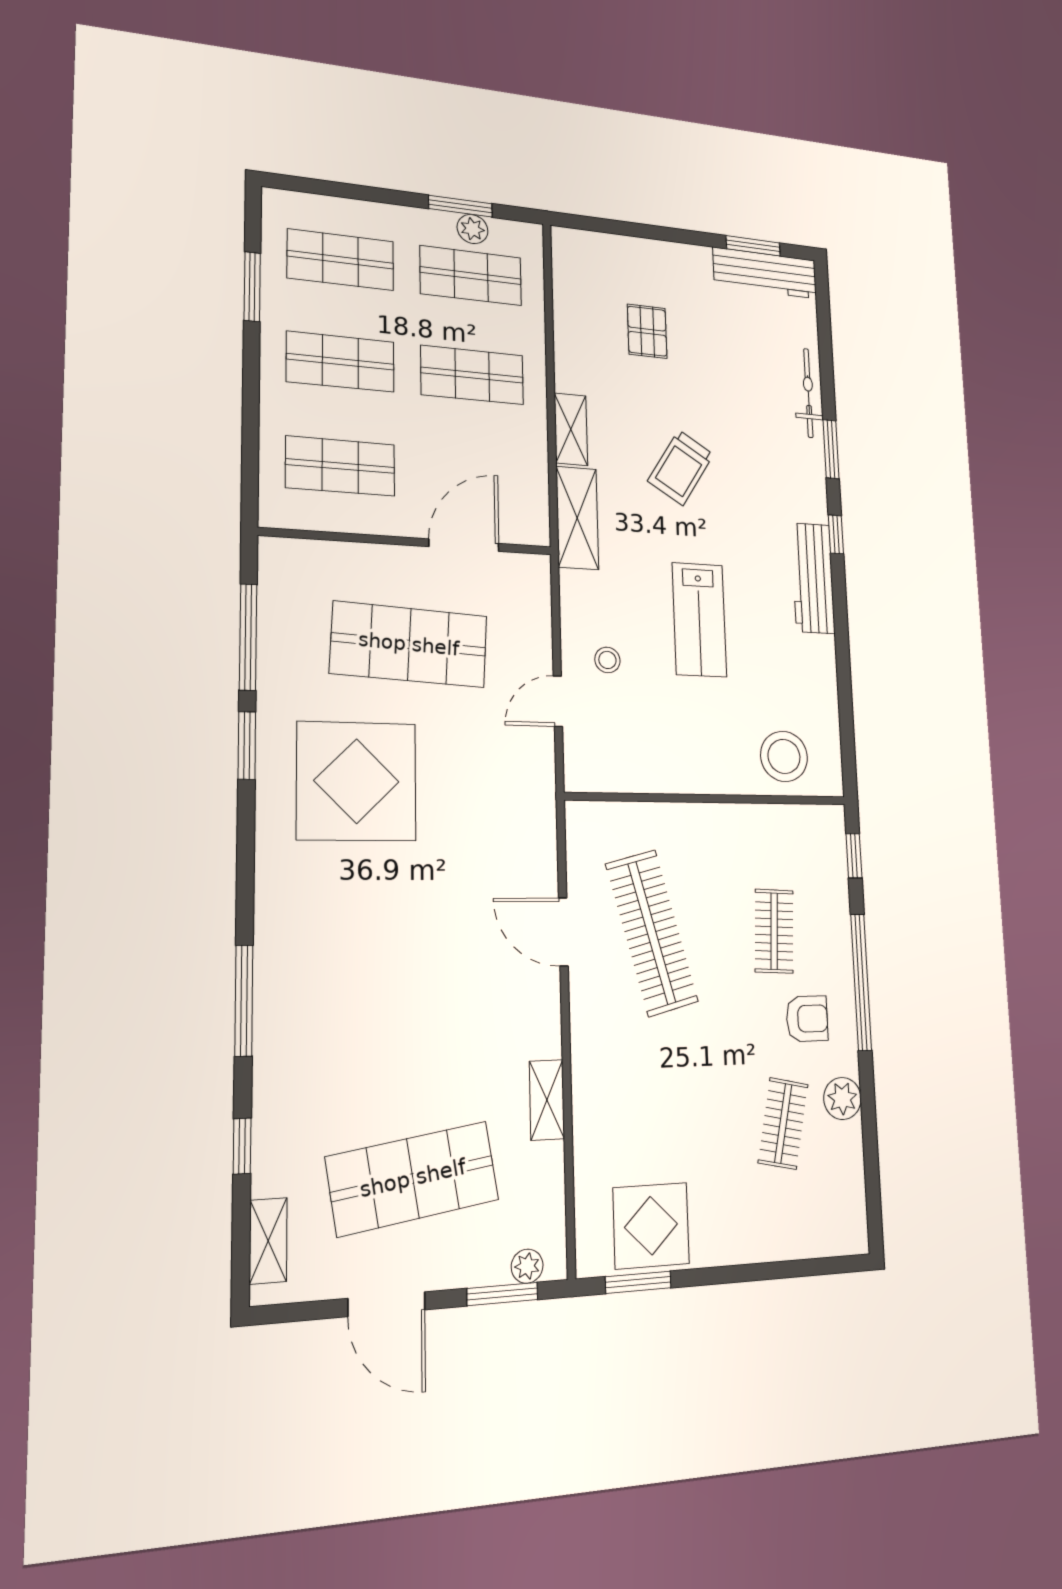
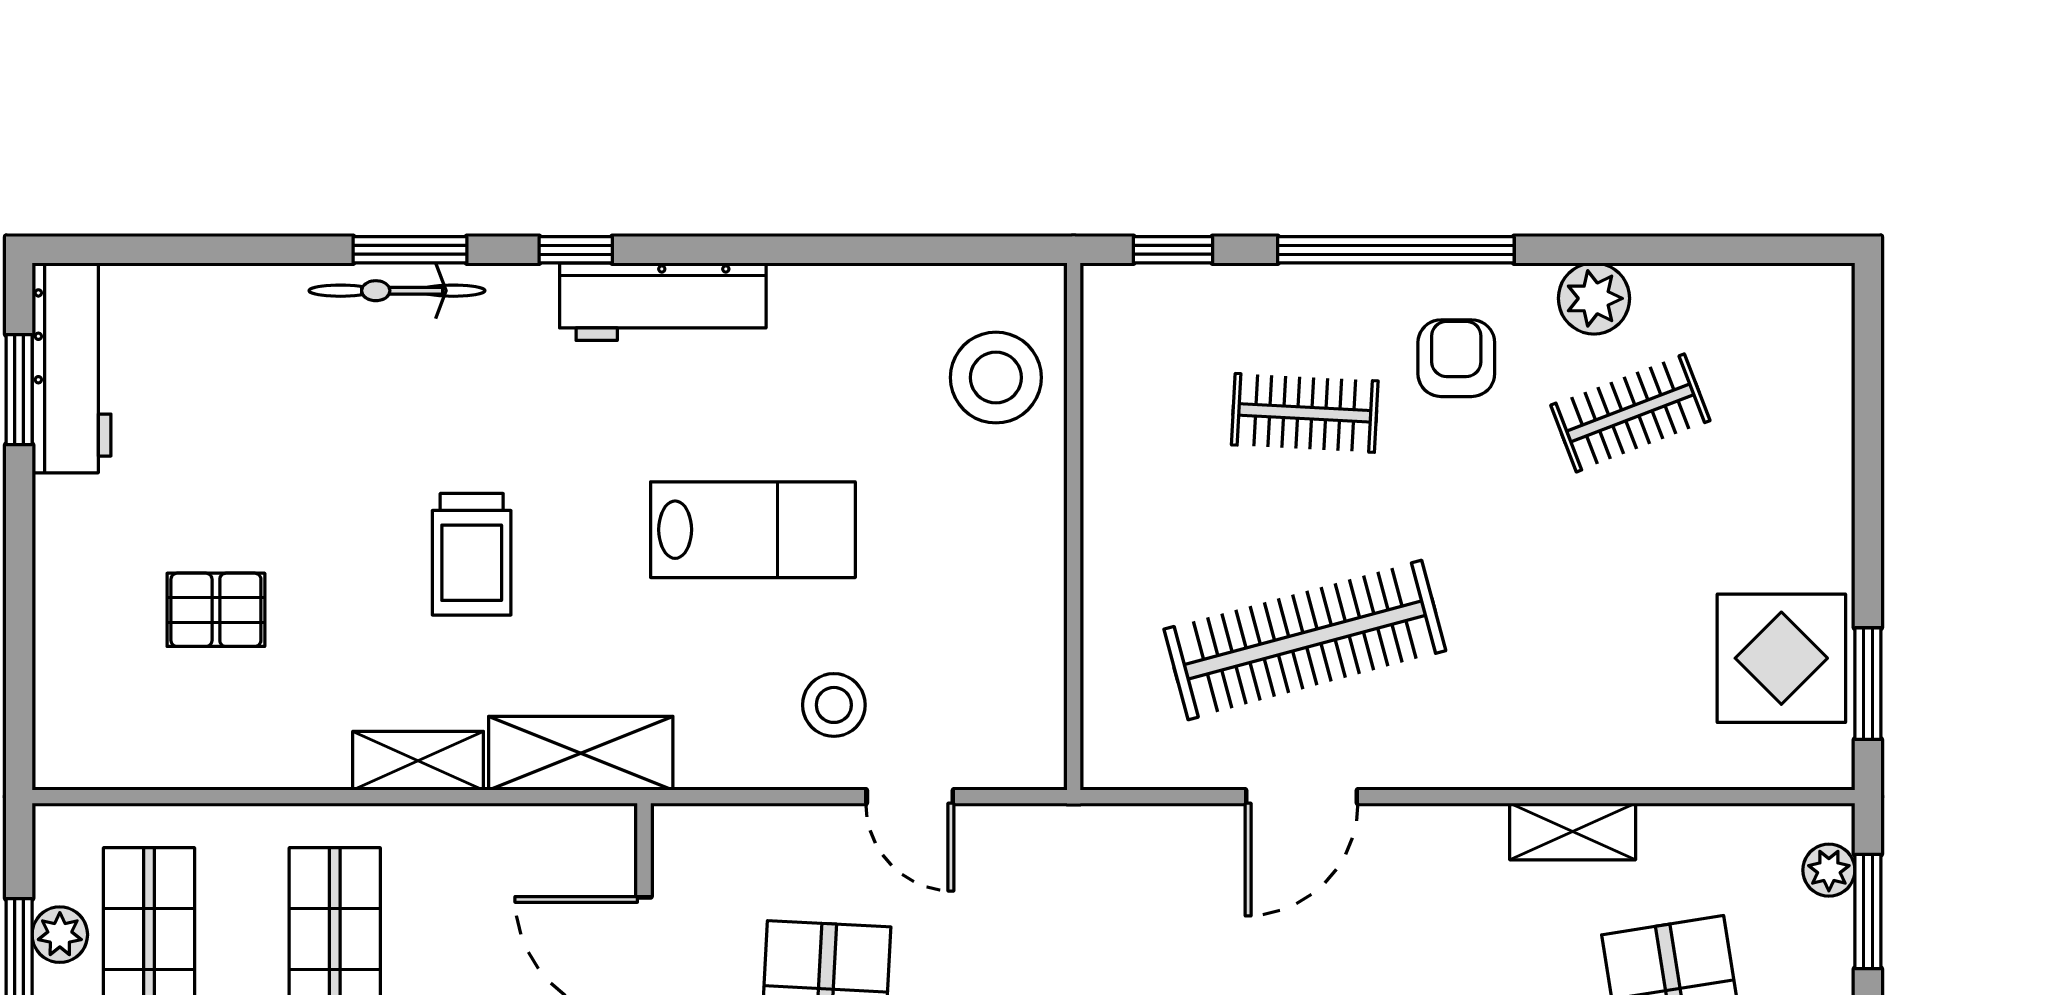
bicycle: (808, 393) -> (397, 291), moved
trolley: (681, 468) -> (472, 554), turned 58
stool: (607, 660) -> (834, 705), width x1.37, depth x1.37
clothes rail: (783, 1123) -> (1630, 413), turned -33

